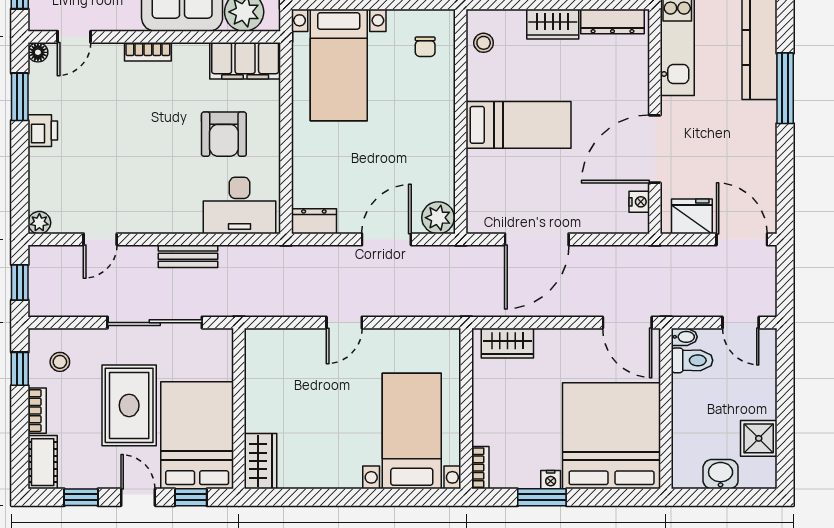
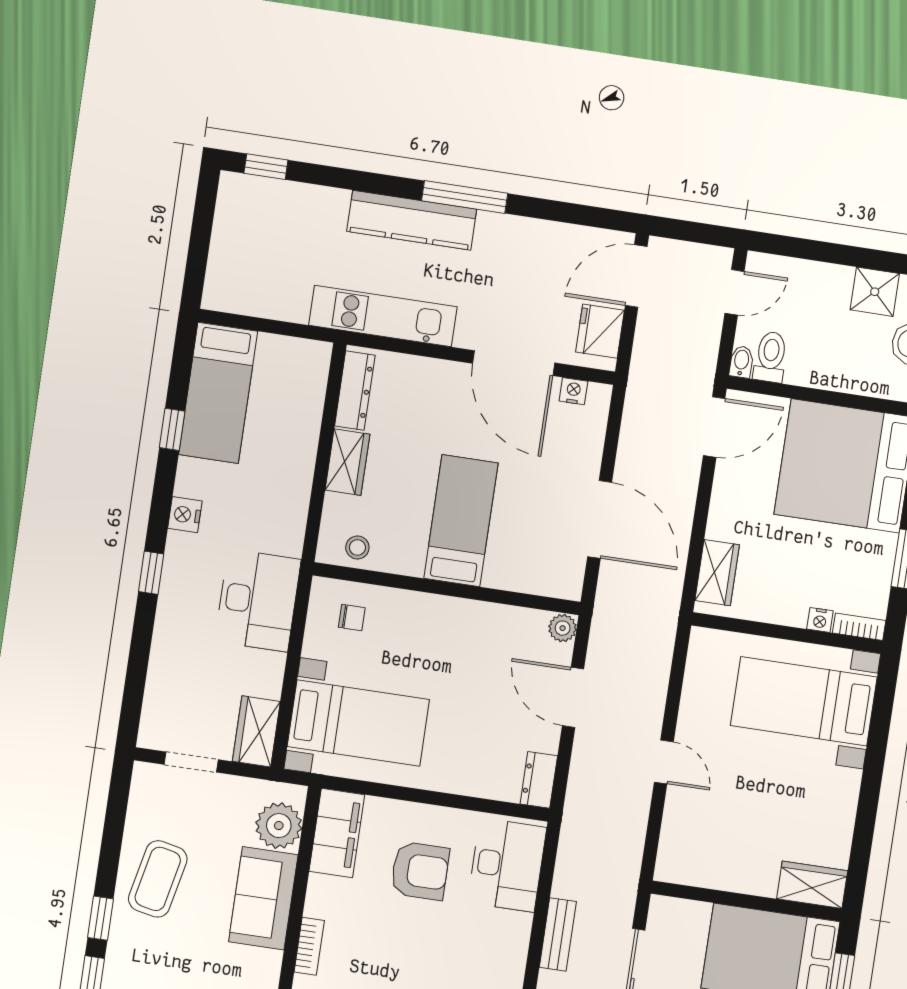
plant: (438, 218) -> (563, 628), width x0.73, depth x0.73
nightstand: (551, 480) -> (820, 620), moved, turned 90

